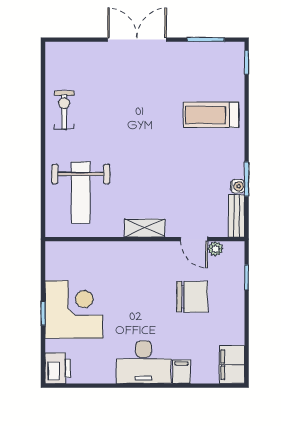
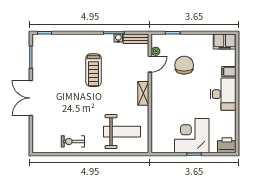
treadmill: (211, 115) -> (94, 70), moved

